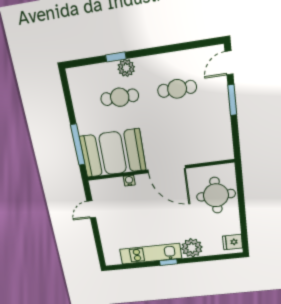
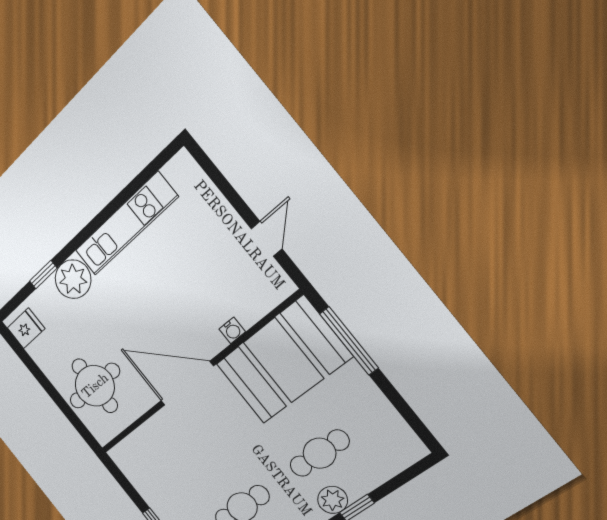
window: (168, 262) -> (43, 275), moved

